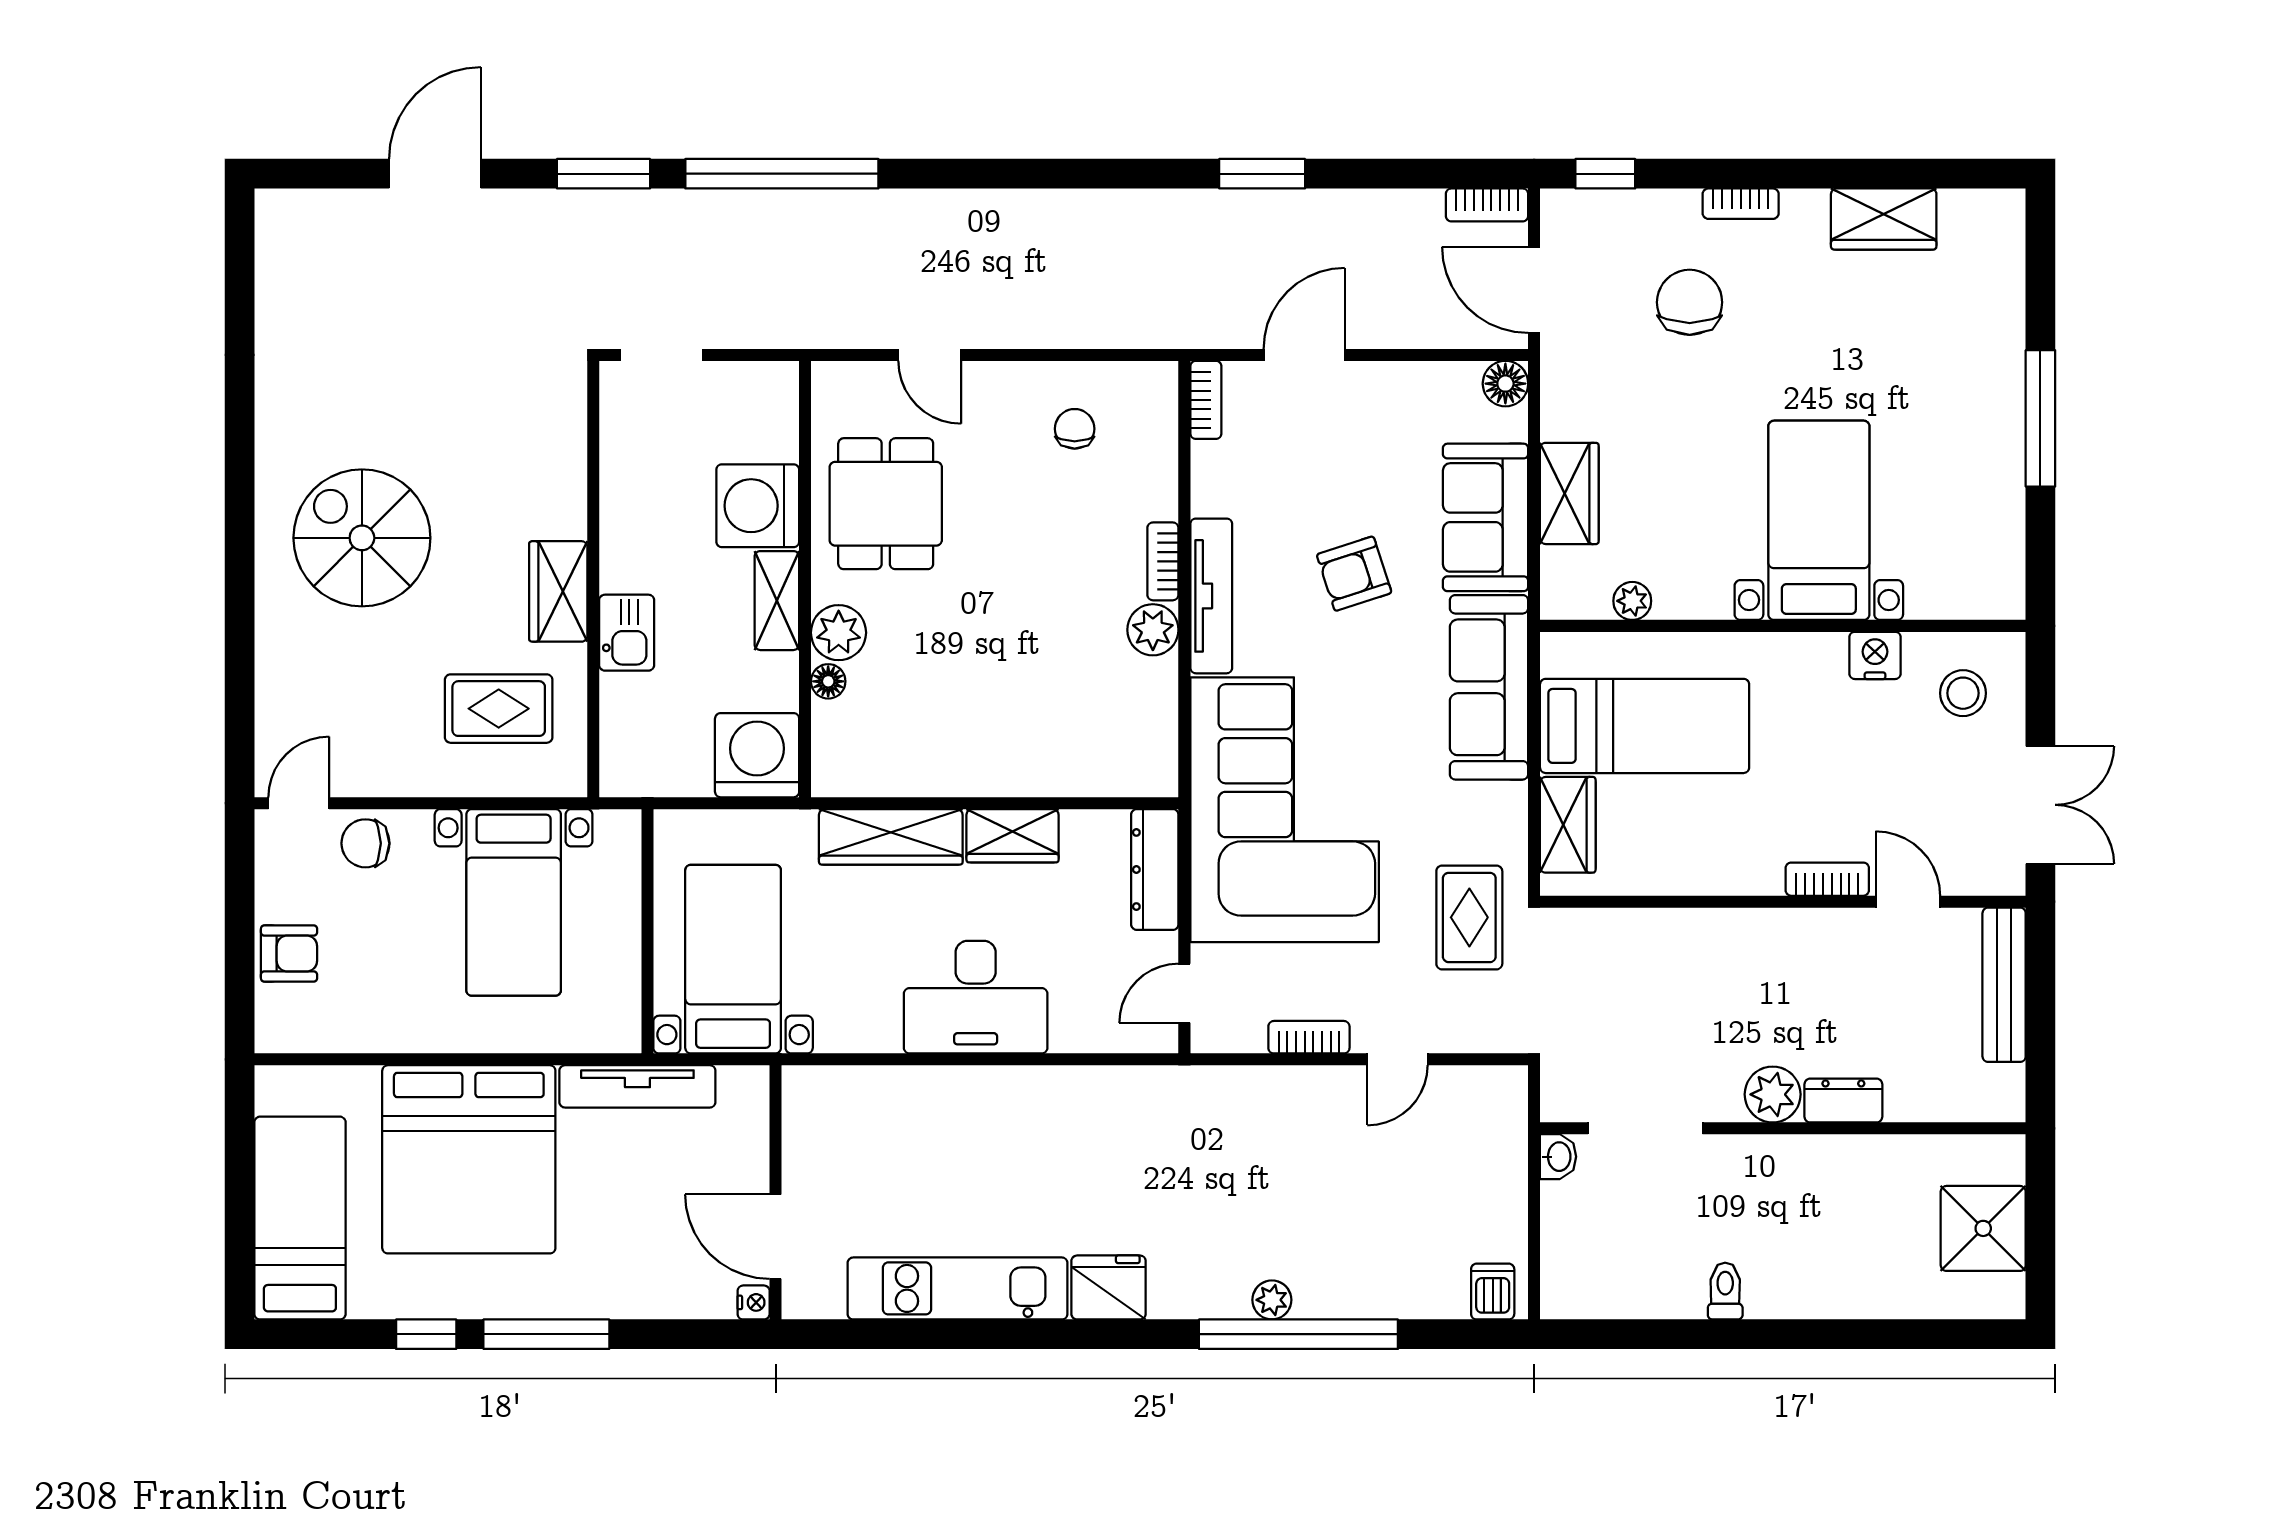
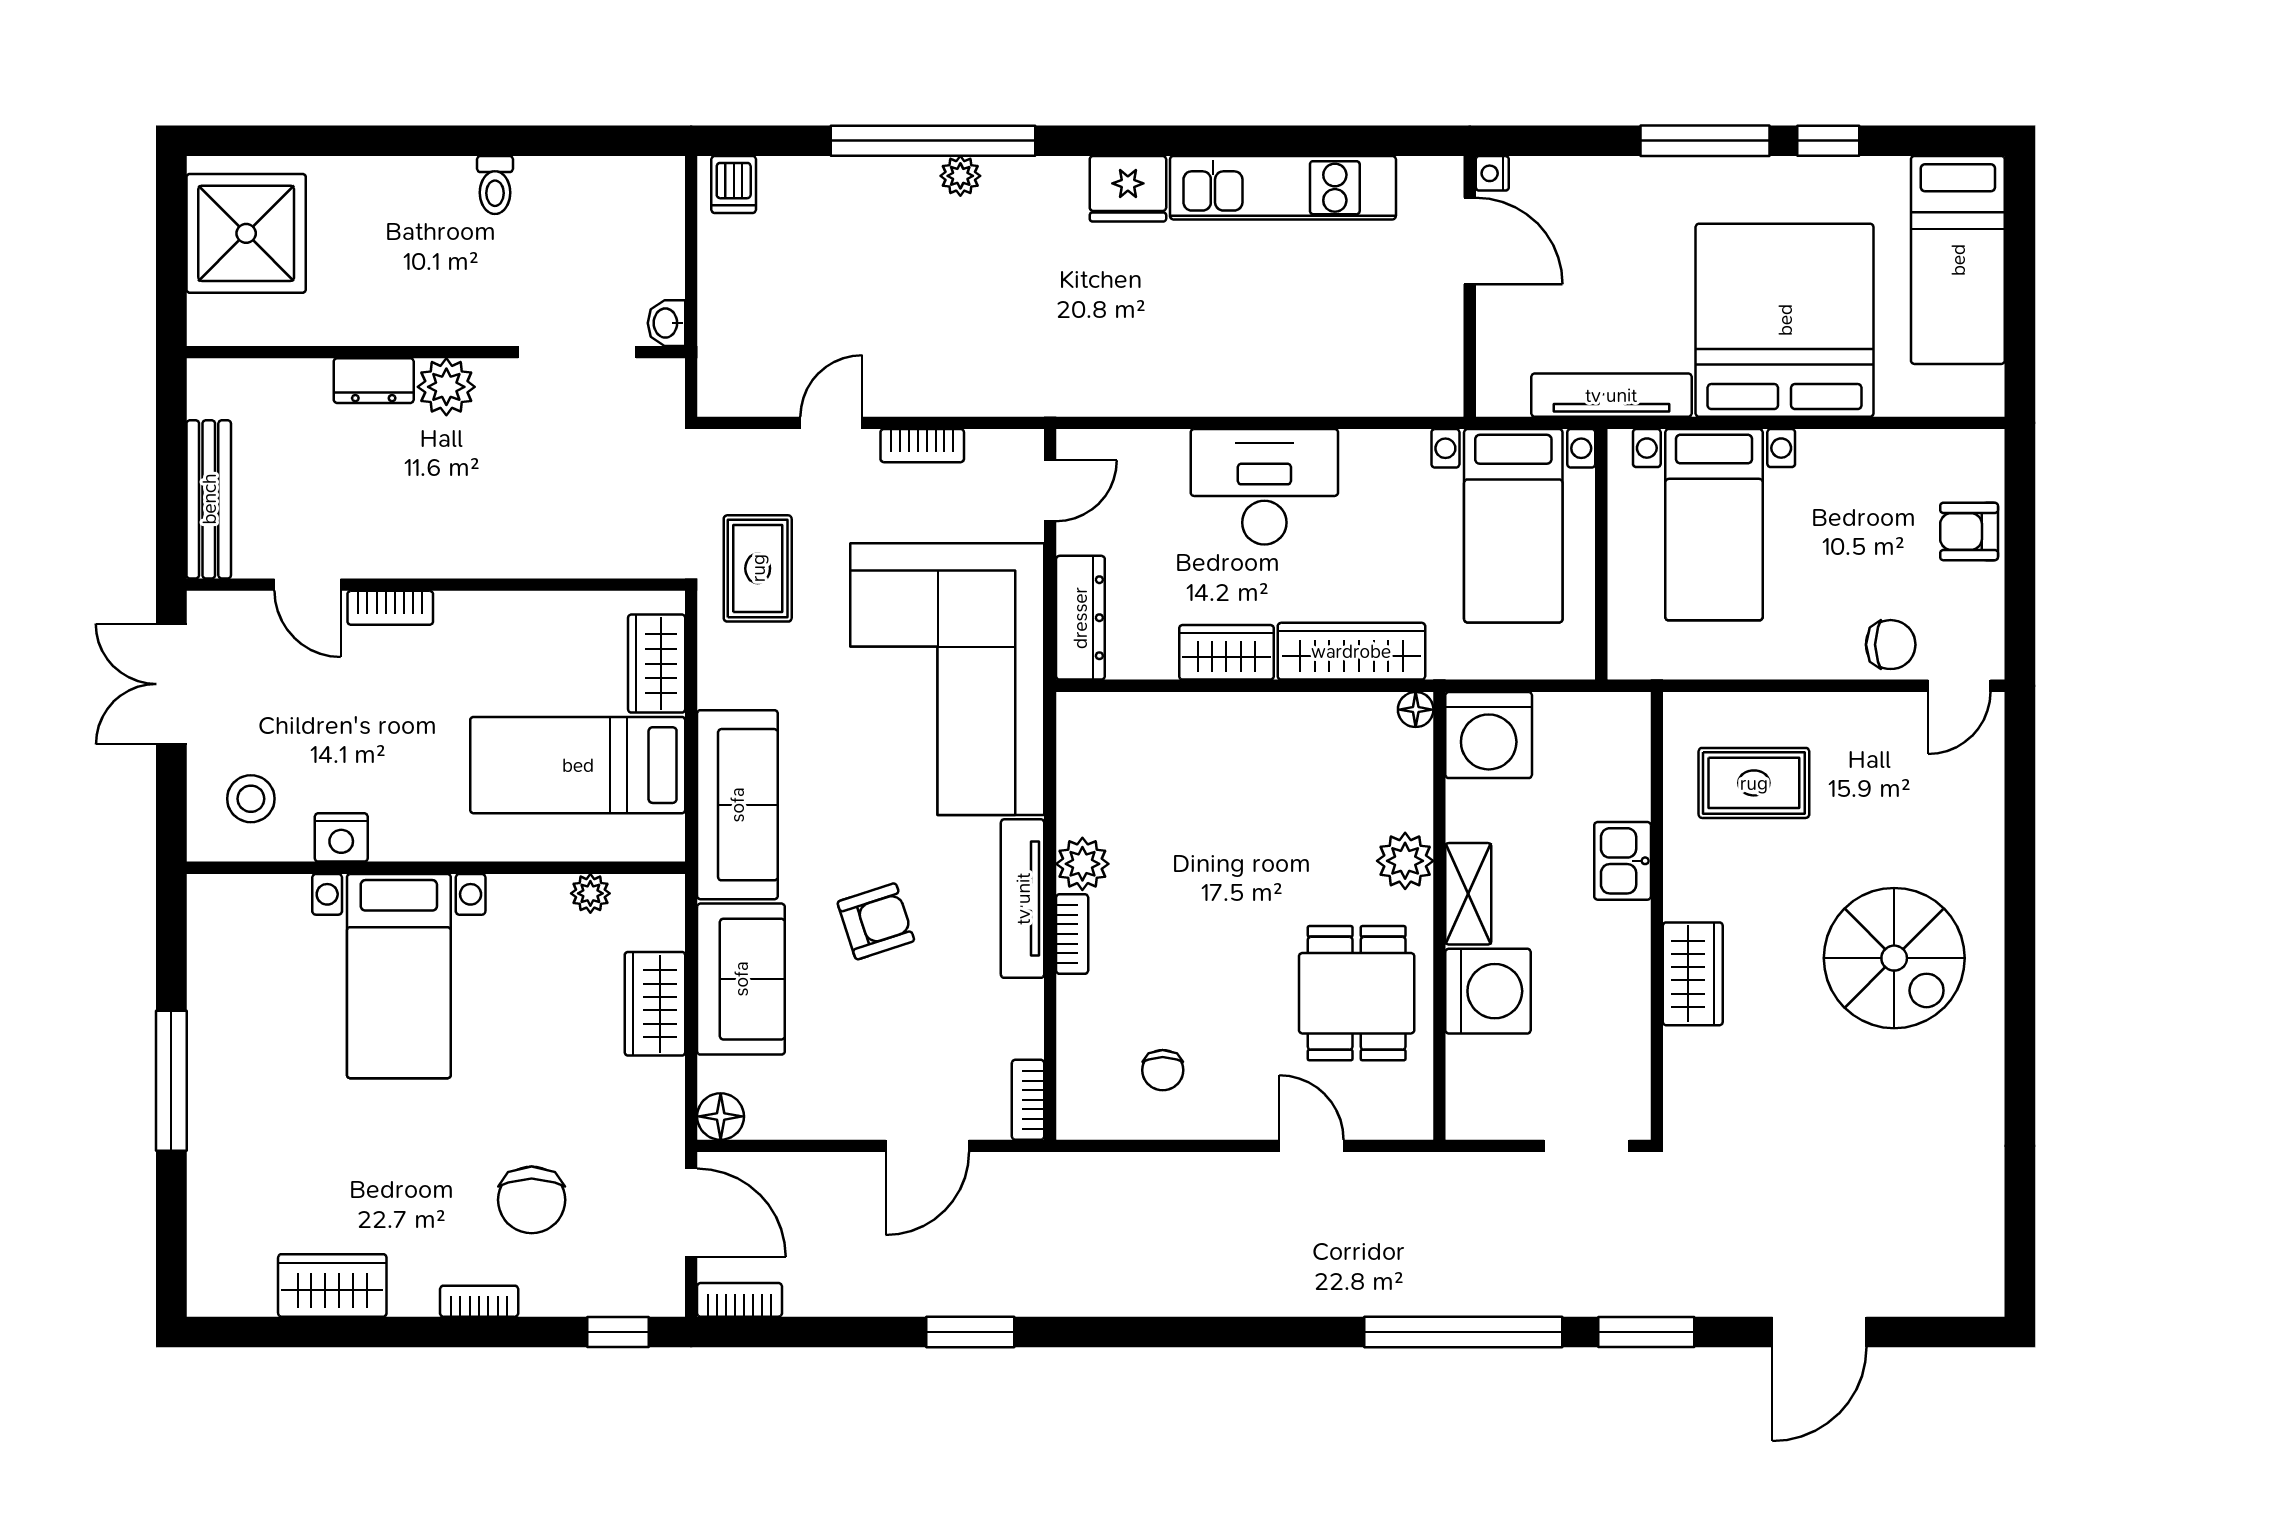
wardrobe: (558, 591) -> (1693, 974), moved
floor lamp: (828, 681) -> (1416, 710), moved
bed with nightstands: (514, 902) -> (1714, 525), moved, turned 180
shower: (1983, 1228) -> (246, 233), width x1.37, depth x1.37

